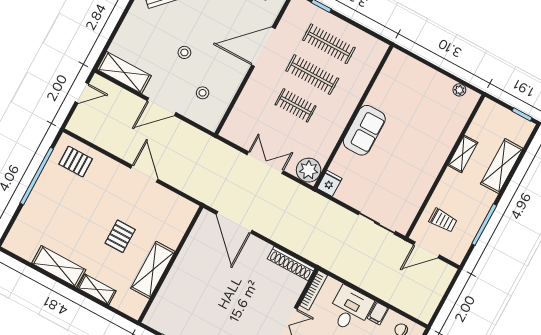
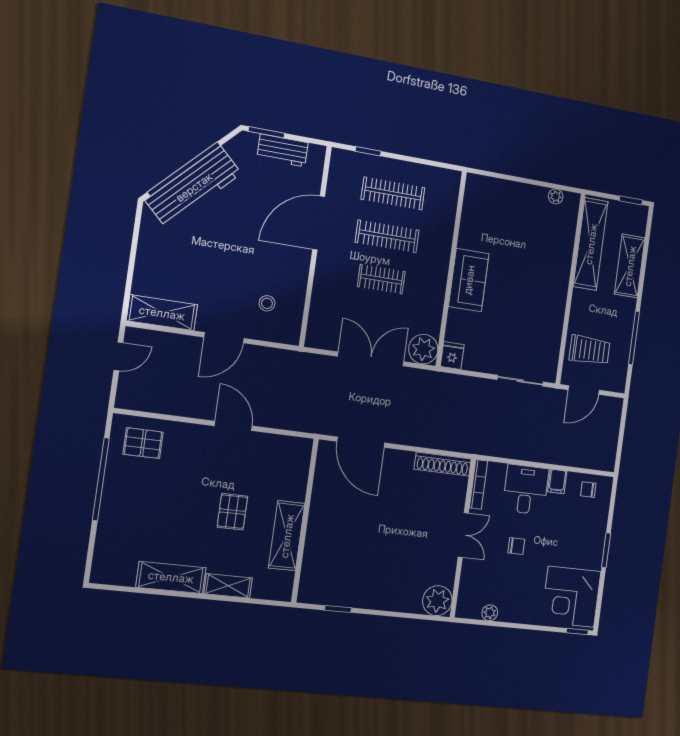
stool: (184, 52) -> (227, 262), removed
shelving: (463, 154) -> (591, 244), width x2.20, depth x1.33
double door: (265, 163) -> (371, 359), width x1.37
trolley: (443, 220) -> (590, 350), width x1.36, depth x1.39

